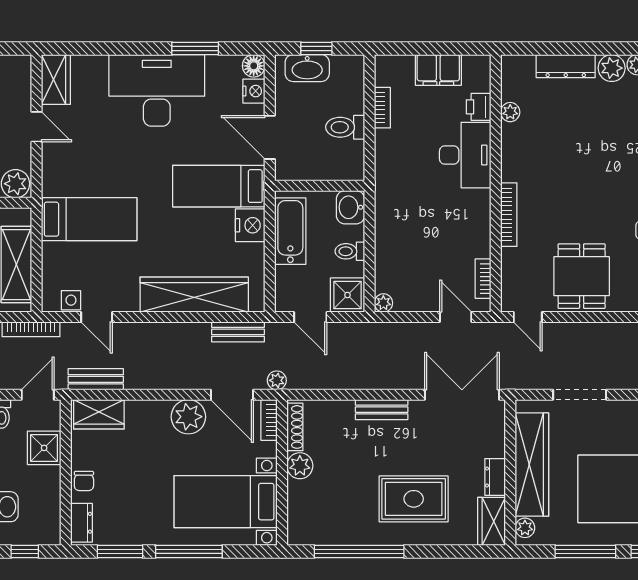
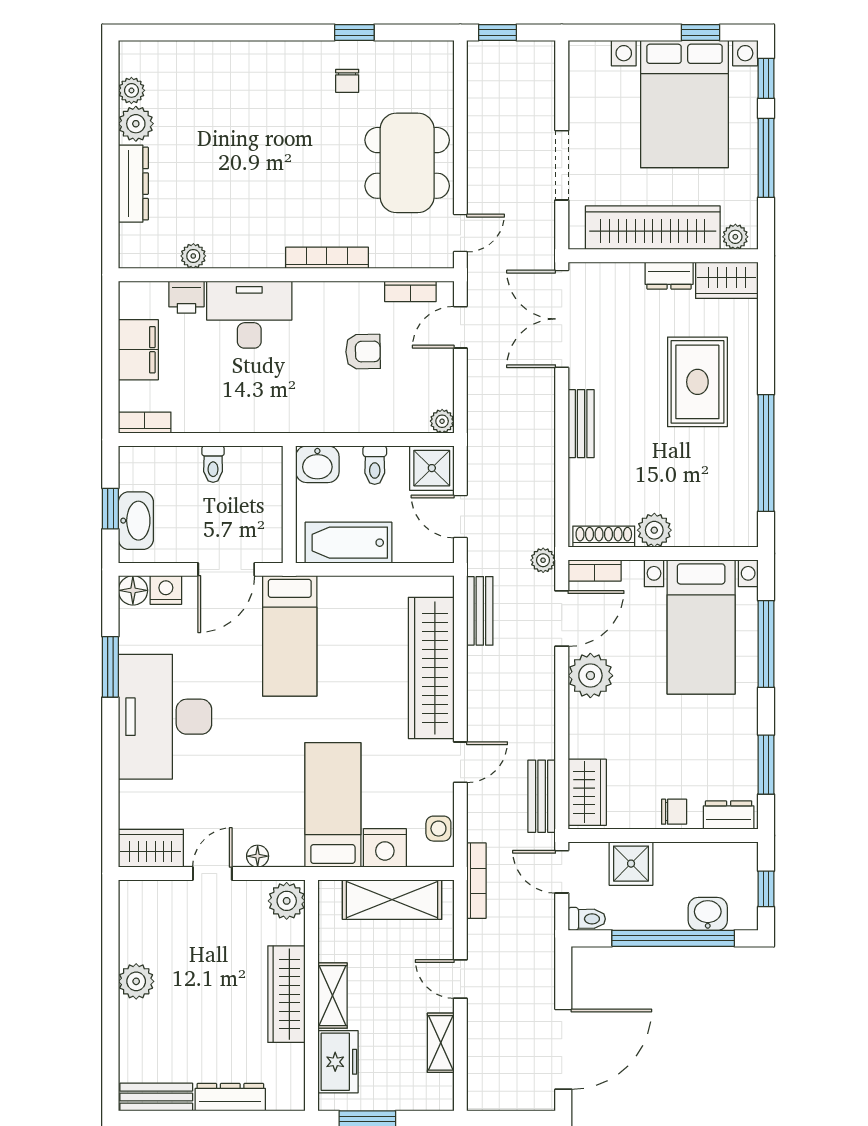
bookcase: (382, 108) -> (145, 423), moved
toilet: (345, 127) -> (213, 464), width x0.73, depth x0.72
floor lamp: (50, 161) -> (258, 856), added
nightstand: (250, 225) -> (385, 848), moved, turned 180
armchair: (437, 242) -> (363, 352), added
dining table: (582, 276) -> (407, 163), width x1.38
door: (97, 317) -> (460, 762), moved
door: (310, 317) -> (460, 516), swing flipped
window: (189, 551) -> (766, 644), moved

